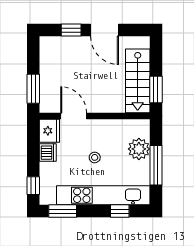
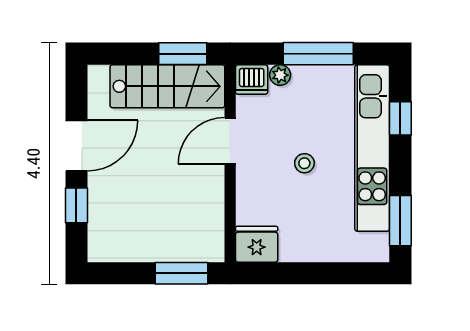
door: (74, 116) -> (230, 141), moved
plant: (139, 149) -> (280, 75), width x0.53, depth x0.53
dishwasher: (48, 153) -> (252, 80), moved, turned 180
window: (33, 186) -> (355, 273), removed

